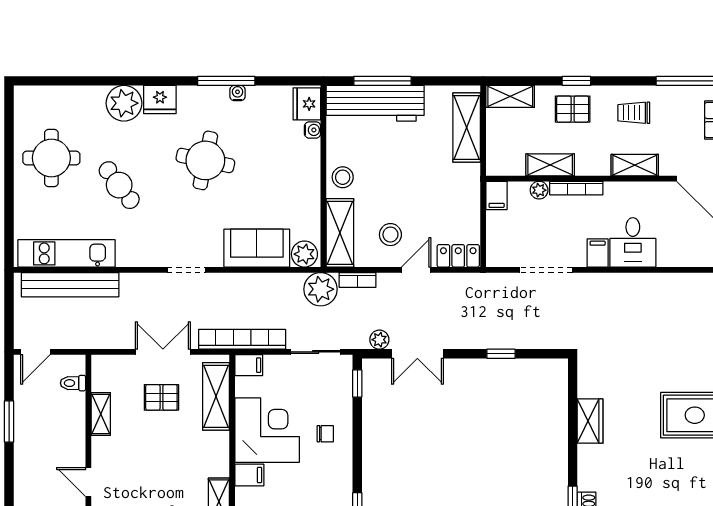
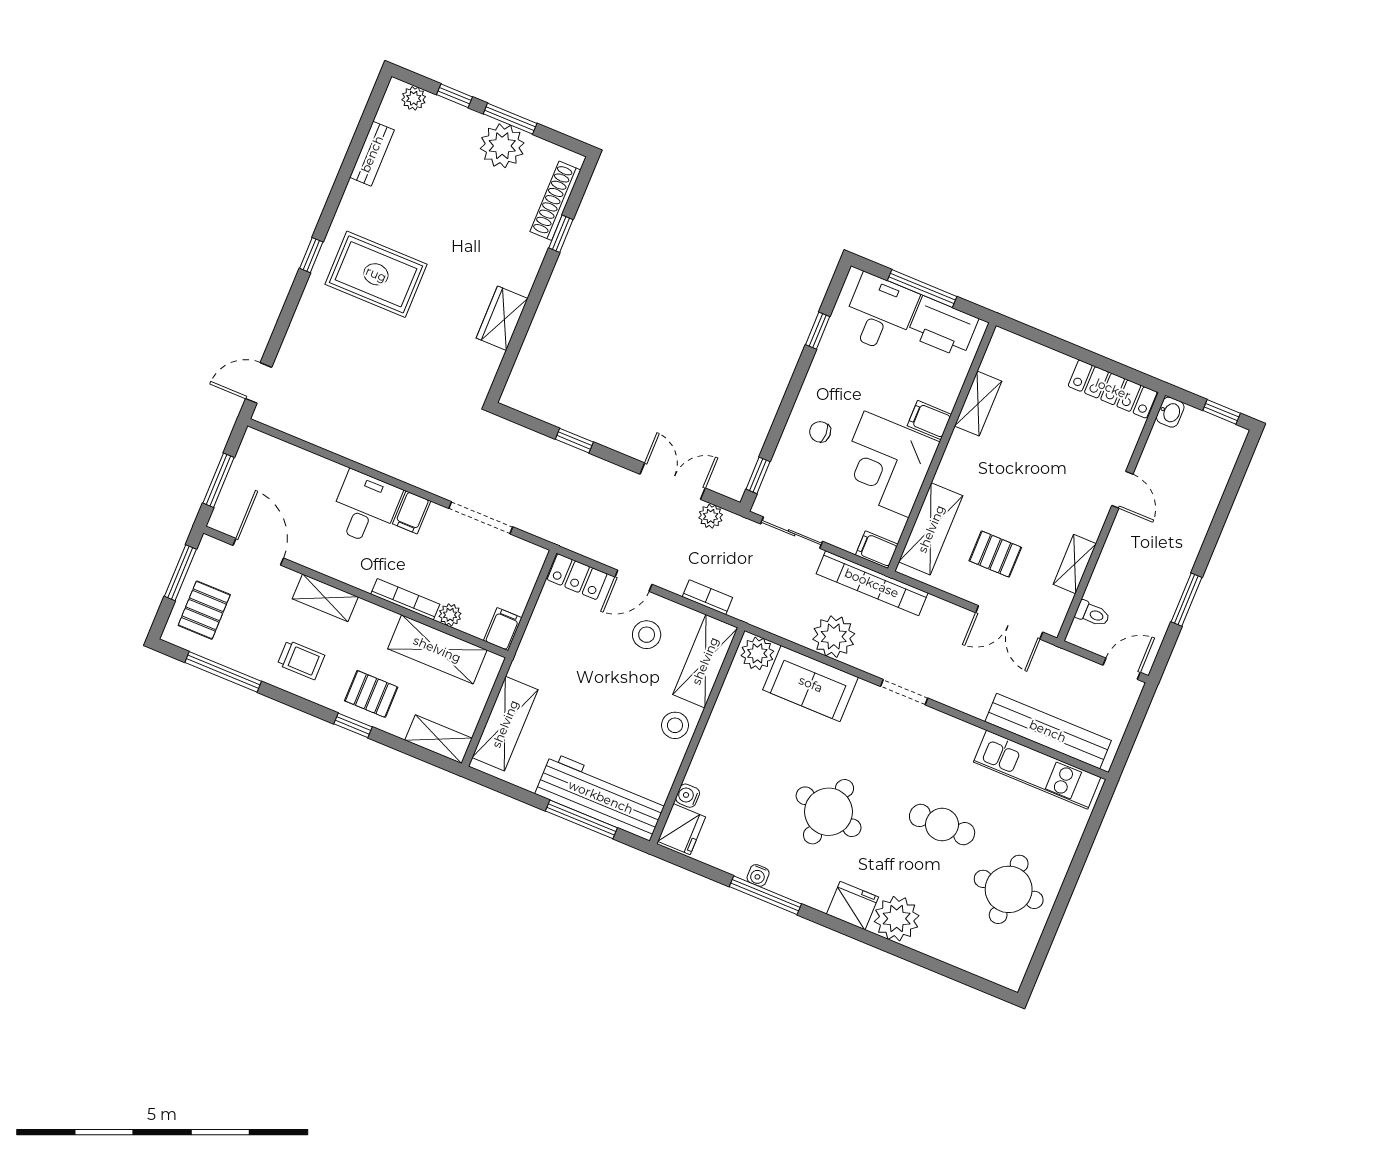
shelving: (550, 165) -> (437, 649), width x1.50, depth x1.33
cafe table: (119, 185) -> (942, 825), turned -53
plant: (321, 289) -> (834, 637), moved
double door: (163, 352) -> (1009, 622), moved

